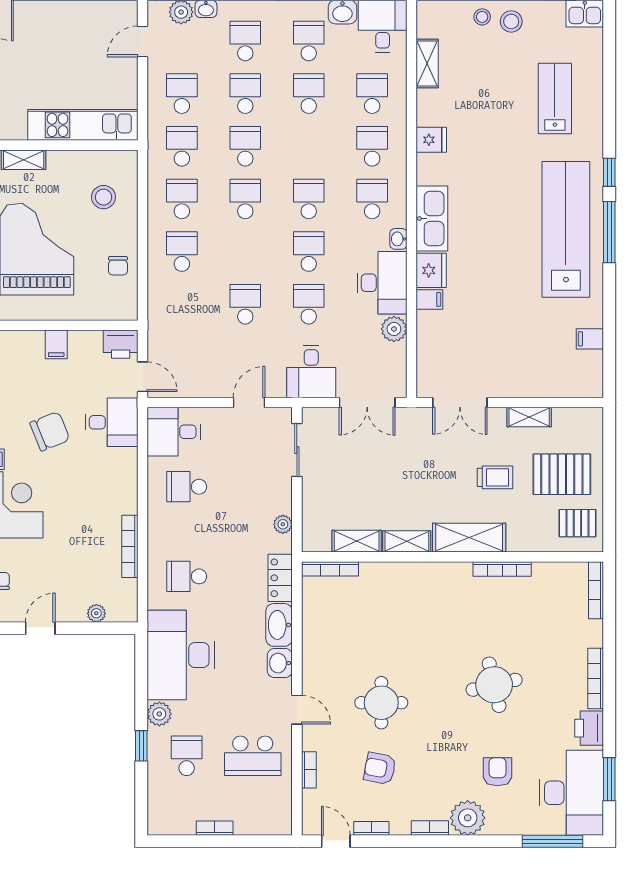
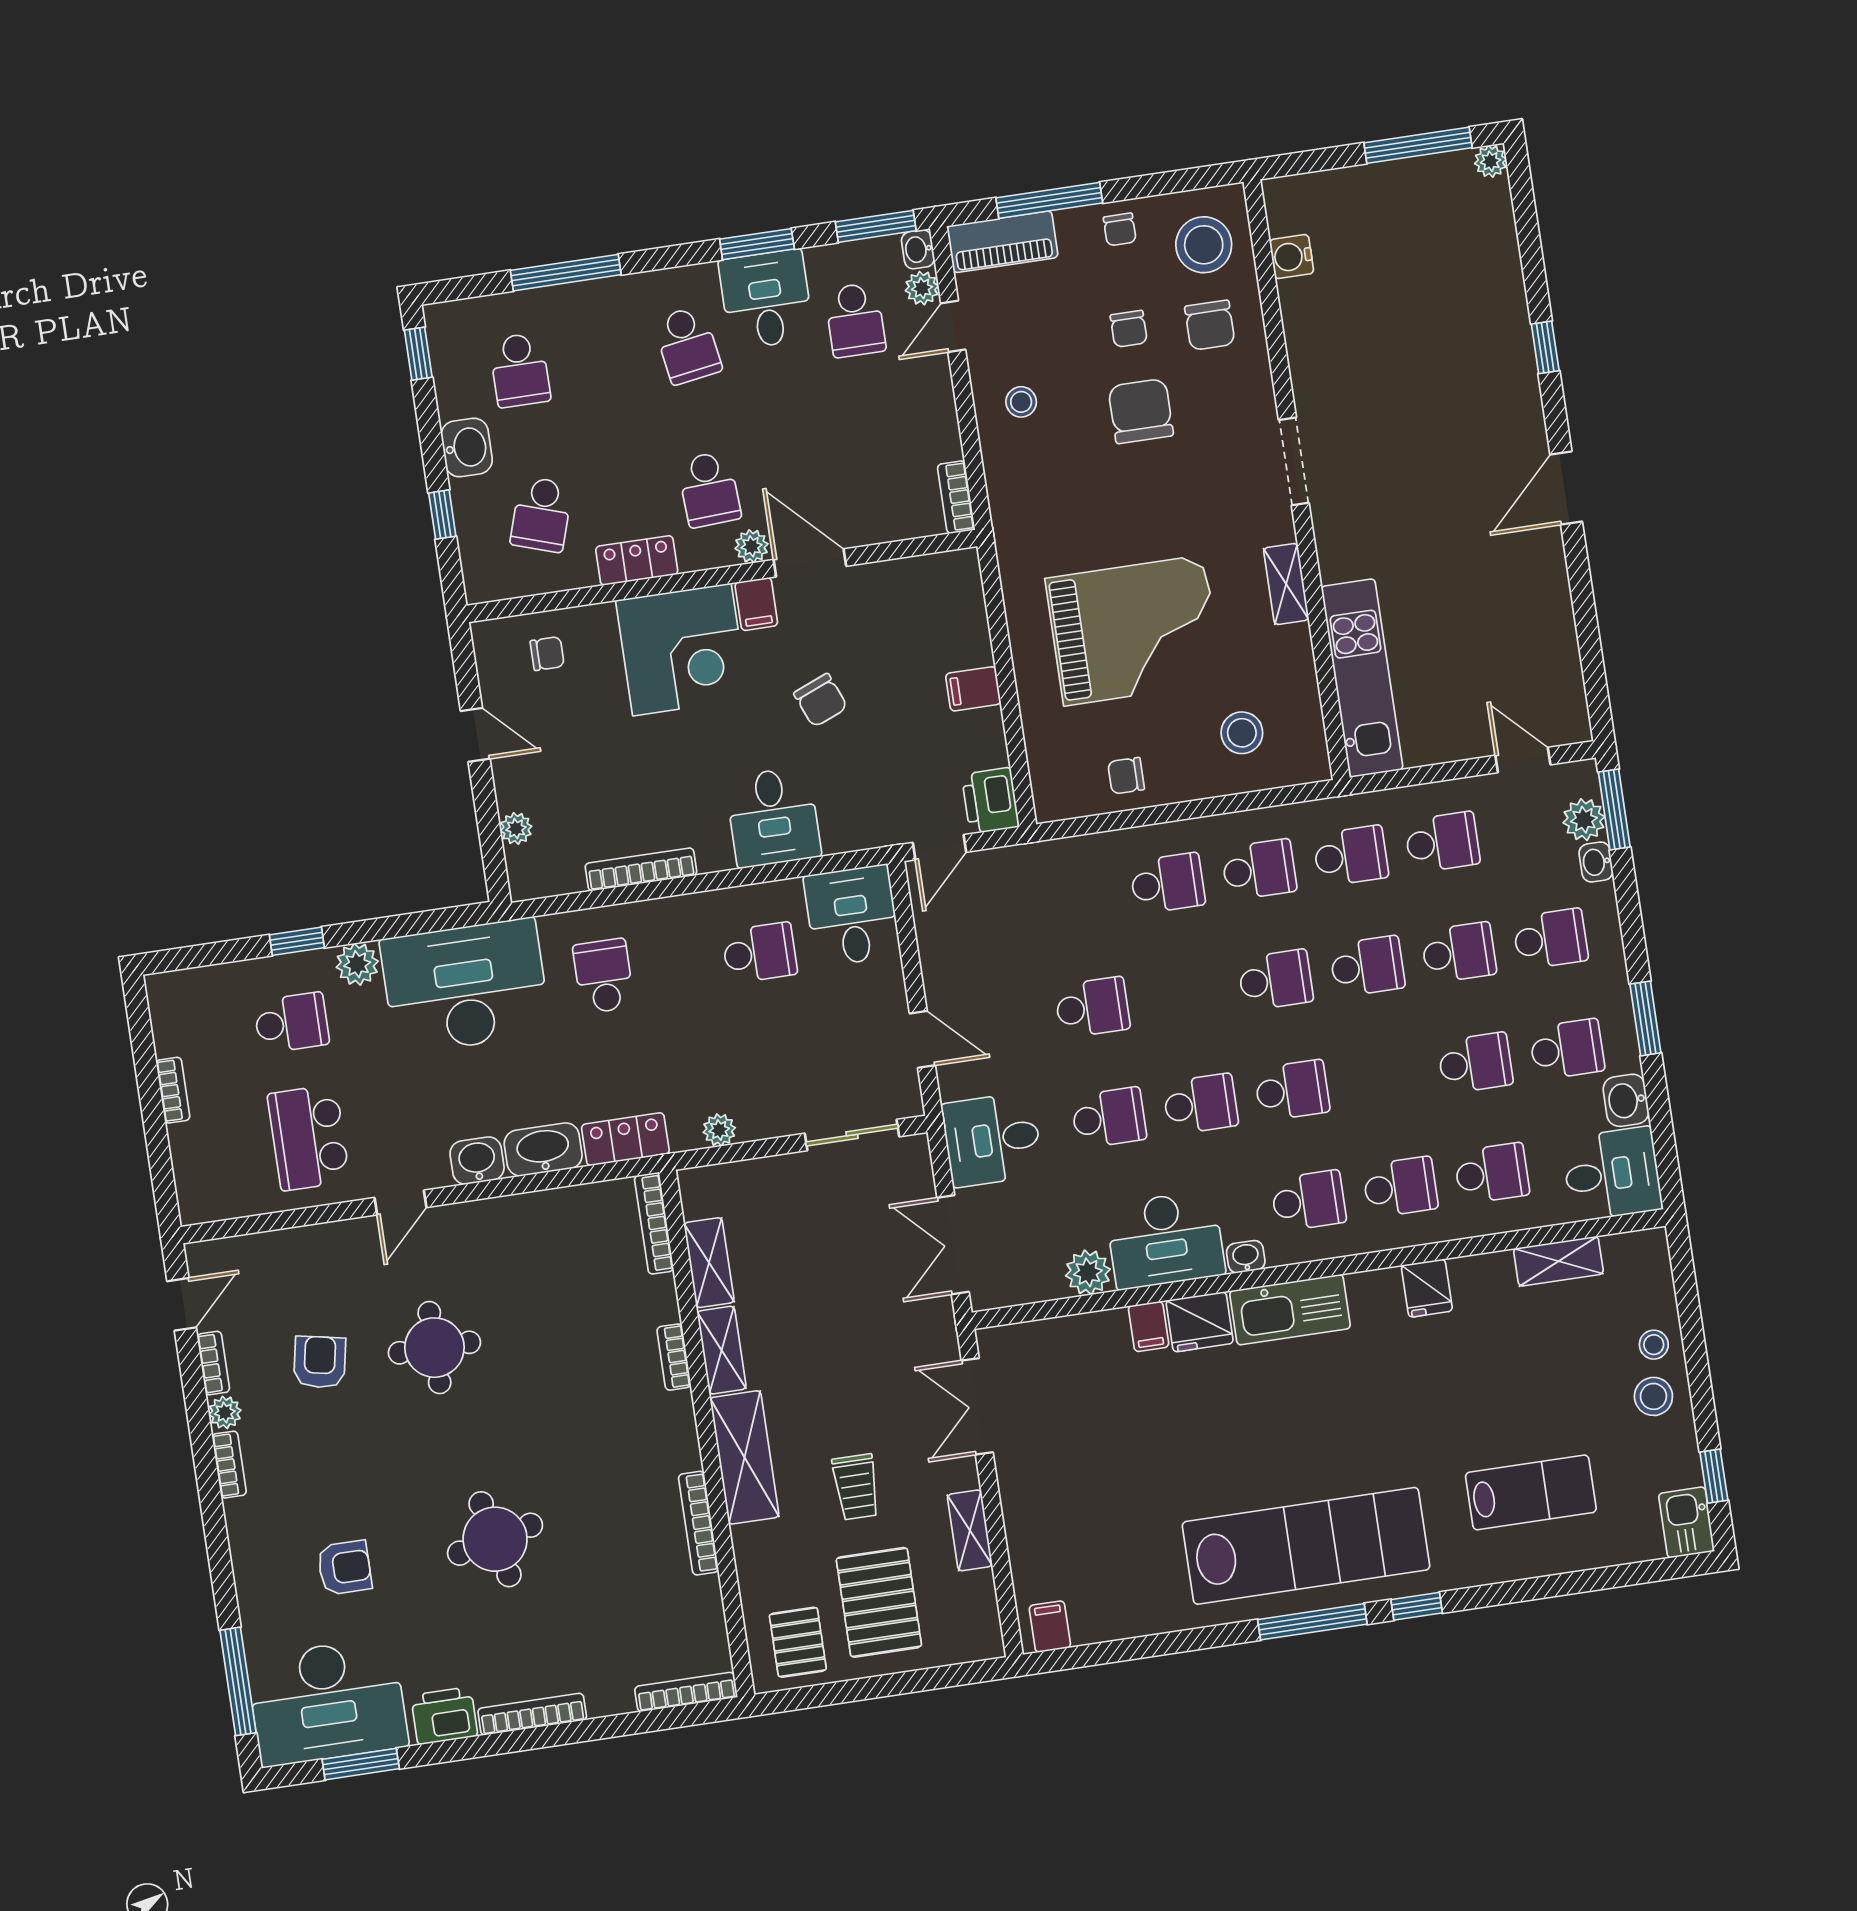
filing cabinet: (590, 339) -> (1050, 1627), moved
desk: (111, 422) -> (773, 817), moved
chair: (50, 431) -> (821, 700), width x0.73, depth x0.73
school desk: (187, 487) -> (760, 953), turned 90
bookcase: (309, 770) -> (674, 1357), moved, turned 90
plant: (468, 818) -> (225, 1412), moved, width x0.53, depth x0.53

